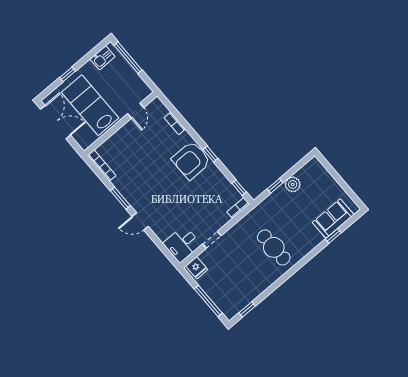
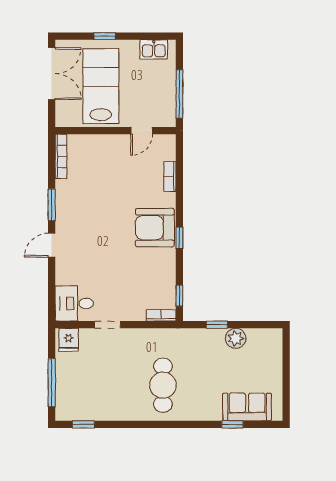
window: (128, 58) -> (179, 94), moved
door: (140, 221) -> (52, 245), hinge flipped

